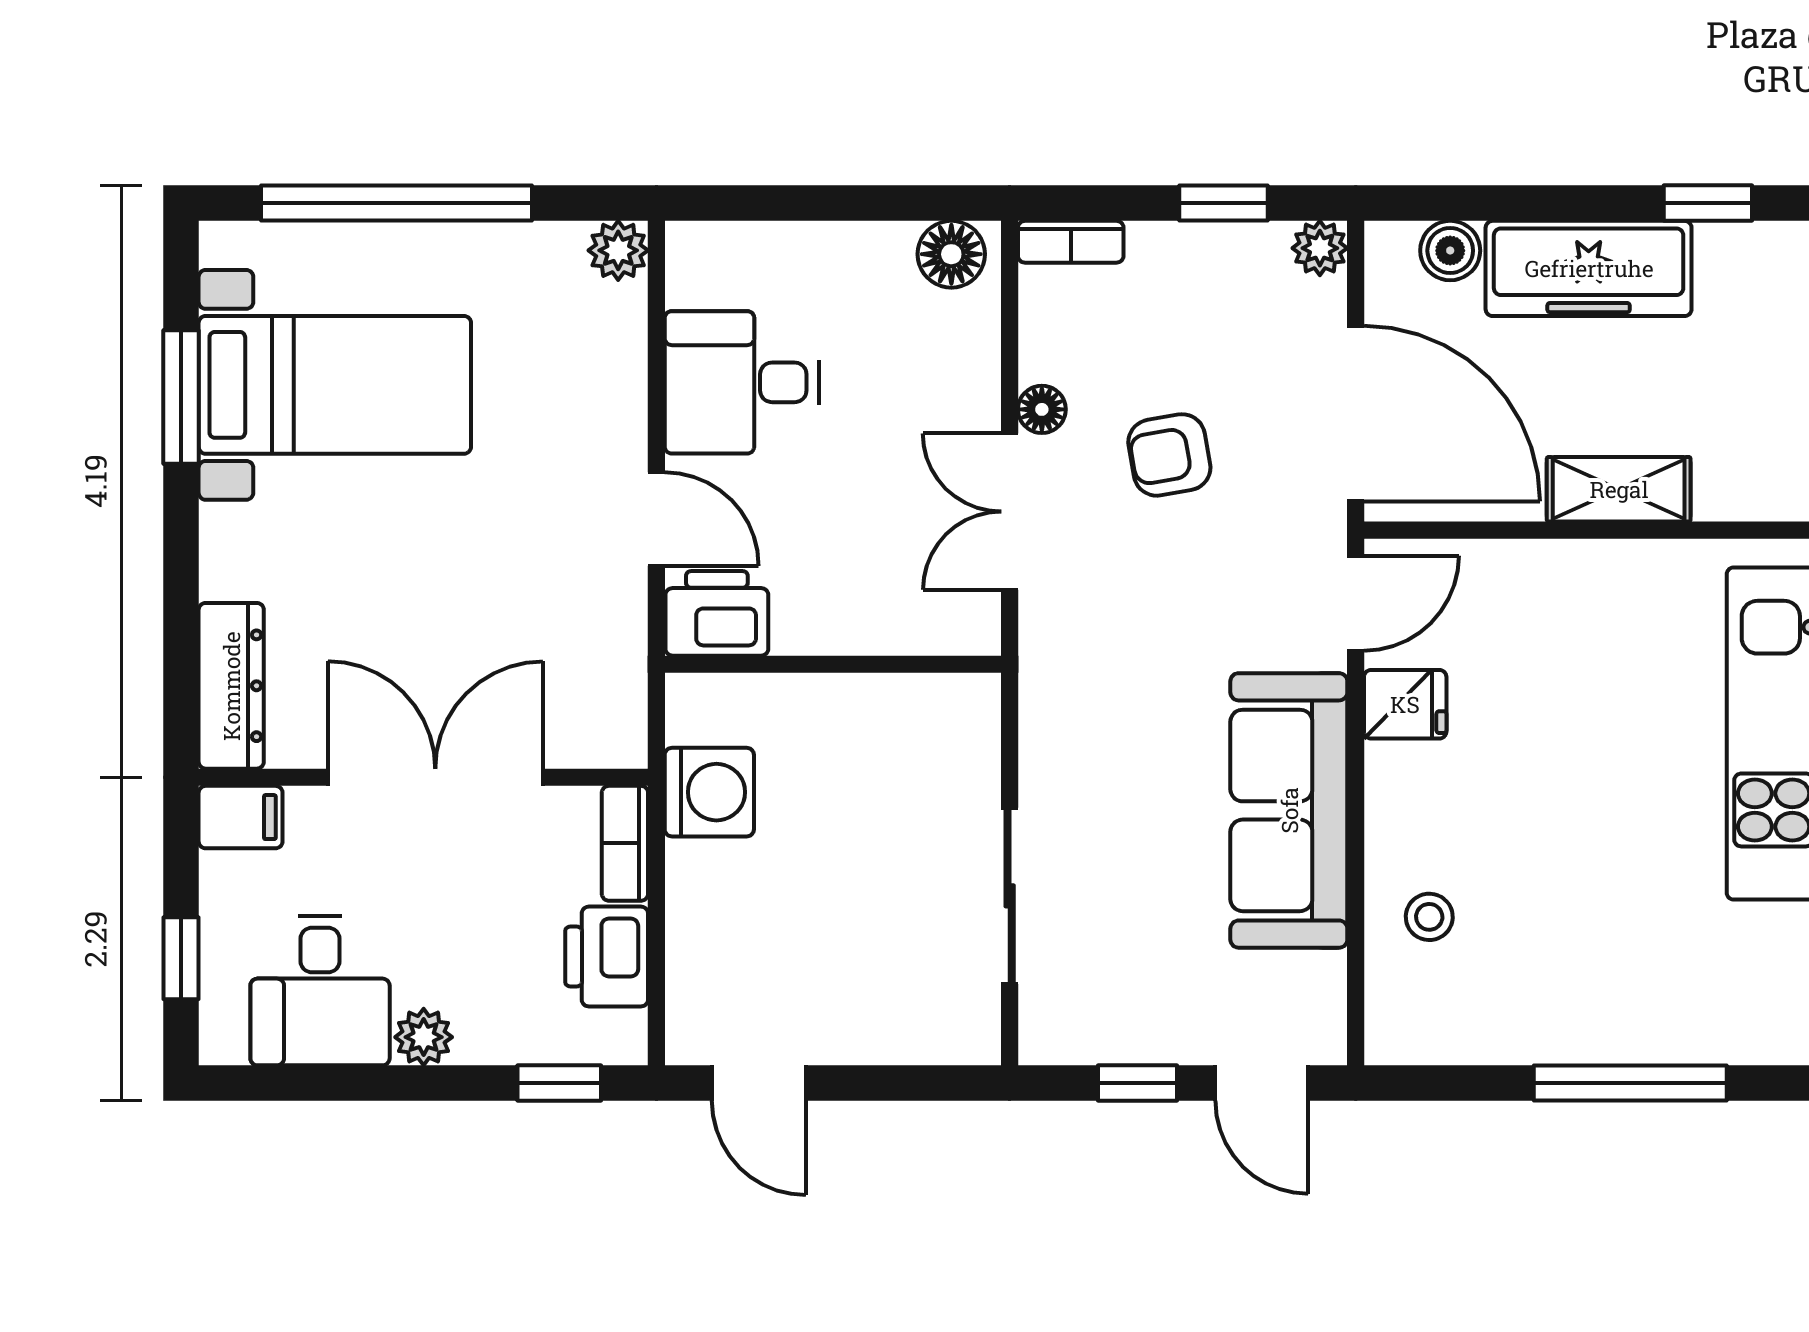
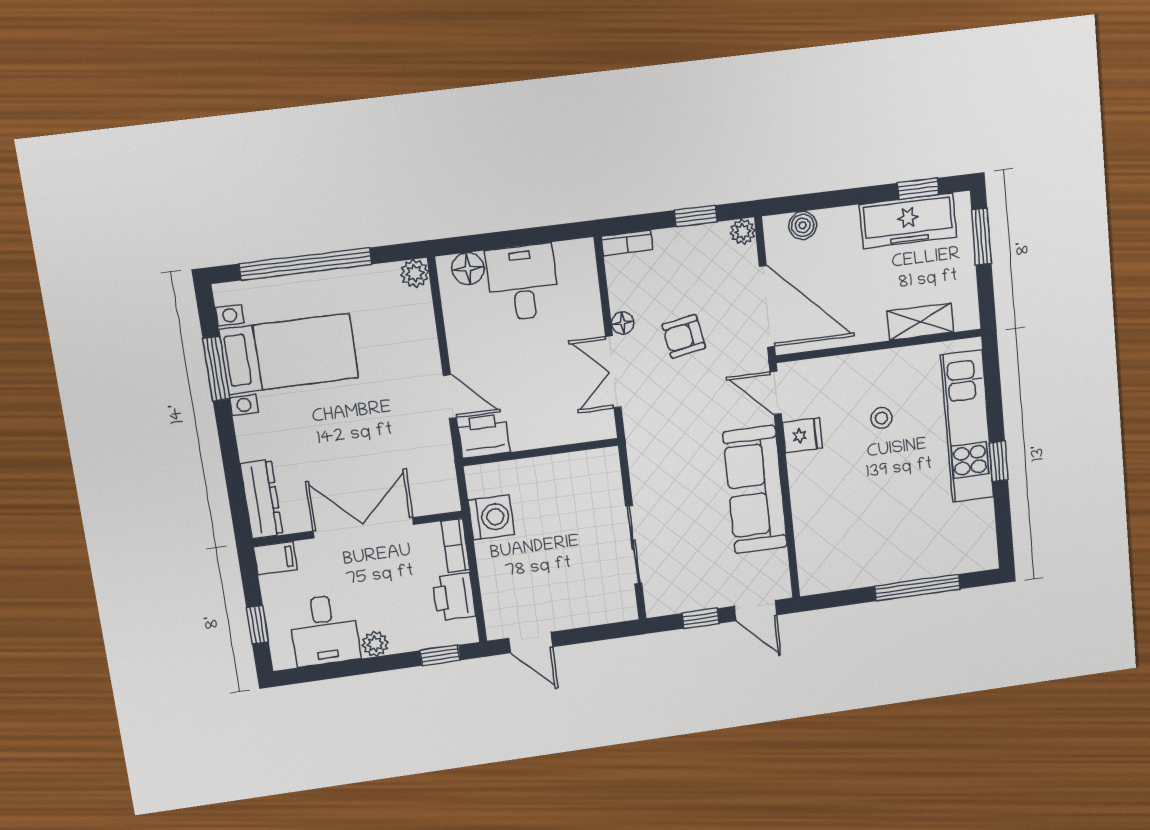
floor lamp: (951, 254) -> (468, 269), moved
freezer: (1589, 268) -> (908, 221), moved
desk: (742, 382) -> (523, 283), moved, turned 90
shelving: (1619, 489) -> (920, 322), moved
door: (1356, 603) -> (776, 393), swing flipped
stool: (1429, 917) -> (881, 418), moved

